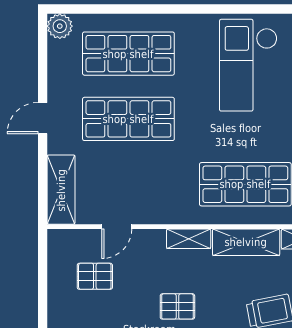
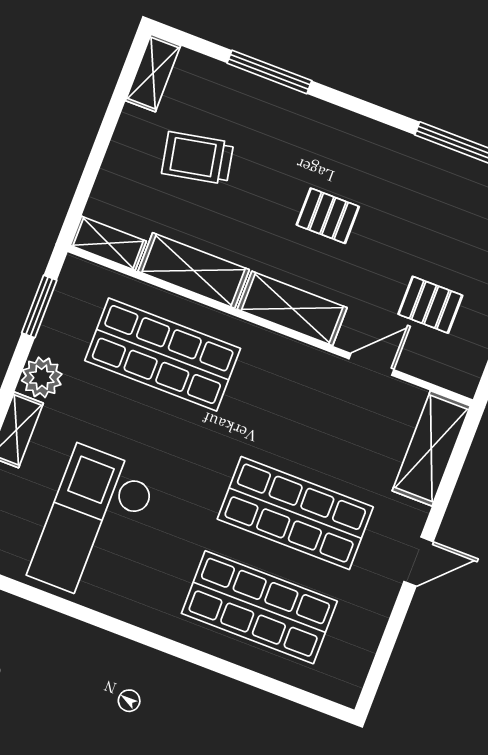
plant: (60, 26) -> (343, 685), removed
checkout: (248, 65) -> (93, 525), turned 180
shelving: (189, 239) -> (292, 308), width x1.50, depth x1.33

